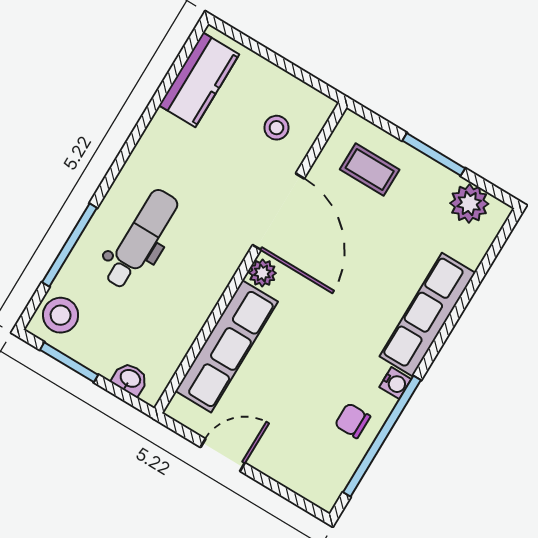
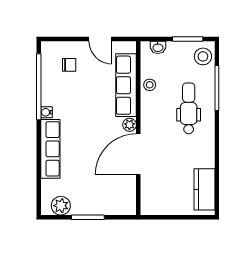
stool: (276, 128) -> (150, 85), moved
coffee table: (370, 170) -> (111, 195), removed
door: (278, 212) -> (138, 154), hinge flipped
dental chair: (141, 239) -> (189, 108), turned 180
chair: (353, 421) -> (69, 65), moved
door: (223, 455) -> (100, 39), hinge flipped

